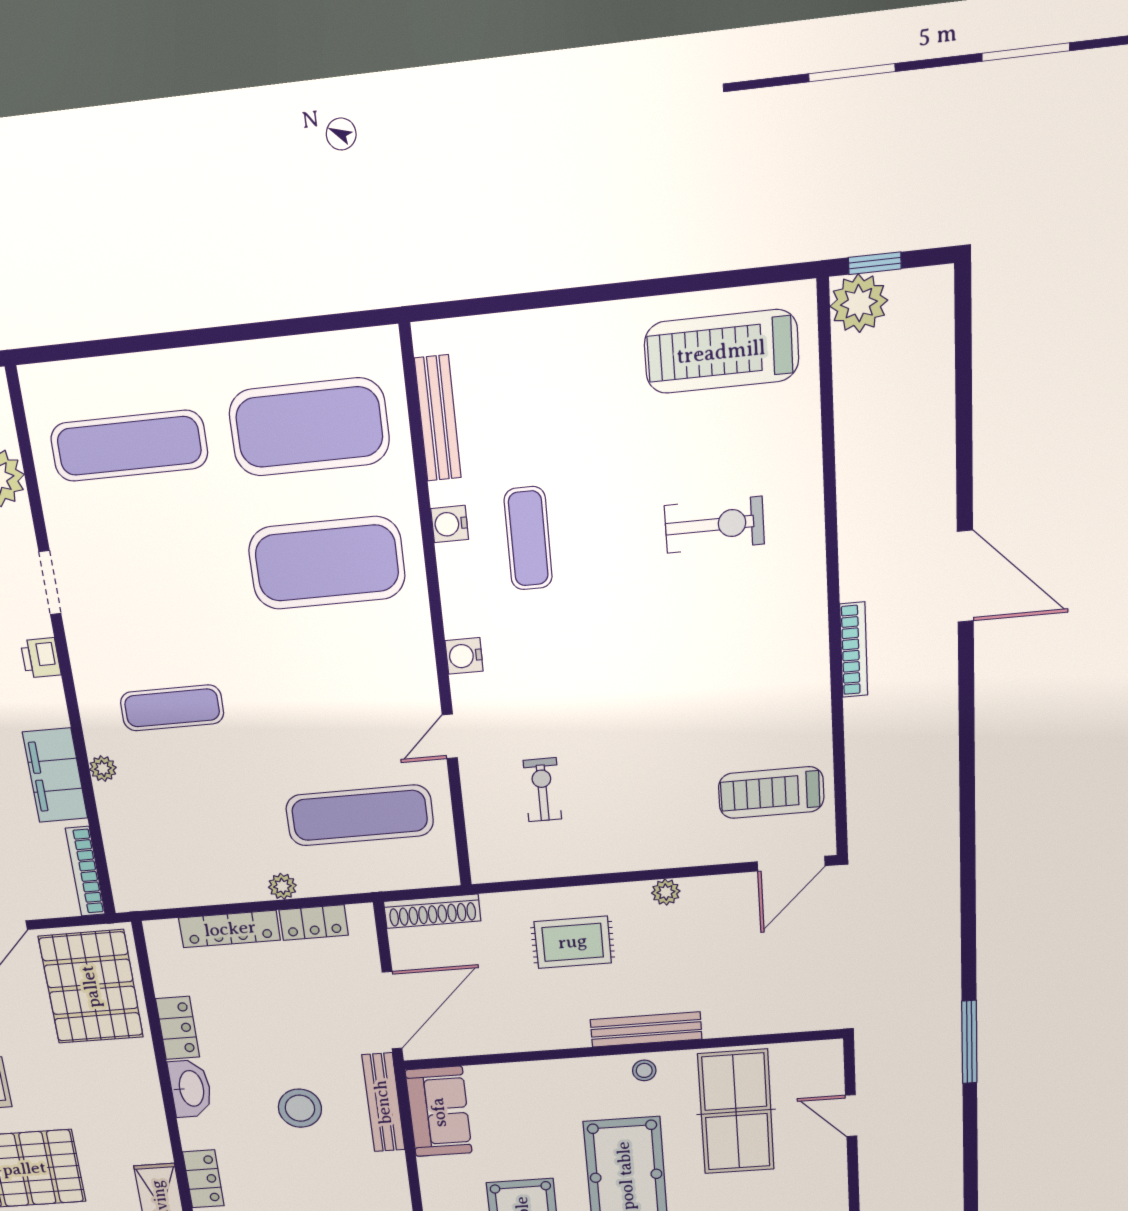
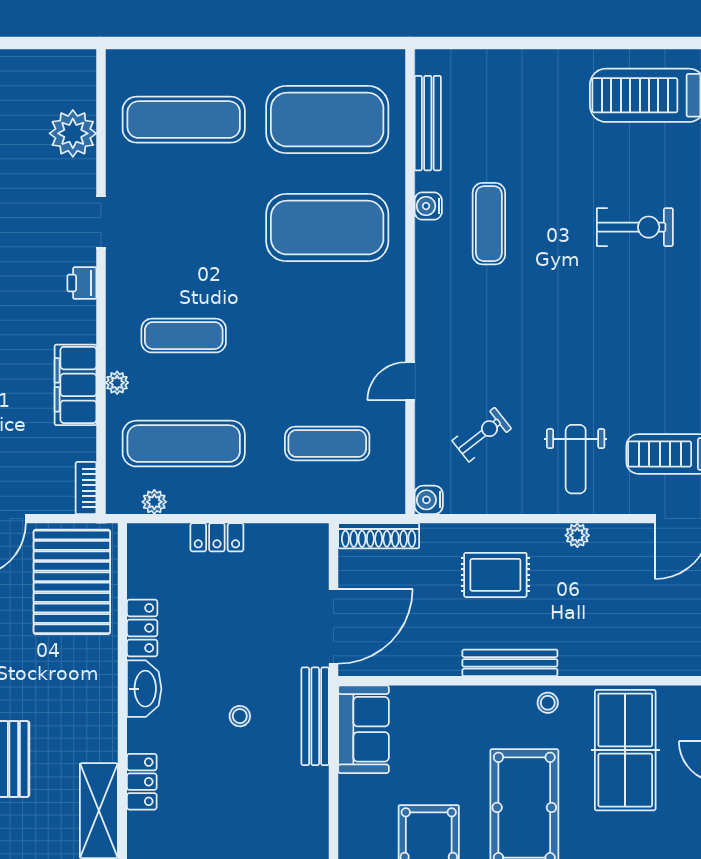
water cooler: (464, 656) -> (429, 500), moved
exercise bike: (542, 790) -> (482, 435), turned 52
weight bench: (658, 808) -> (576, 459), added
exercise mat: (360, 815) -> (327, 444), width x0.73, depth x0.69
exercise mat: (192, 830) -> (184, 444), added
bookcase: (85, 871) -> (86, 488), width x0.64
plant: (282, 886) -> (154, 502), moved
locker: (314, 923) -> (276, 538), removed
locker: (230, 929) -> (217, 537), width x0.66
bench: (646, 1029) -> (510, 663), moved
stool: (300, 1108) -> (240, 716), width x0.53, depth x0.53

